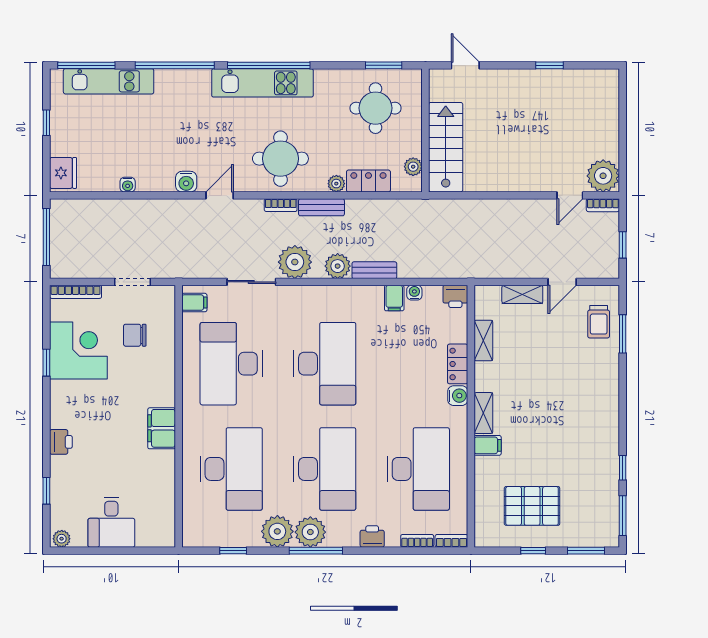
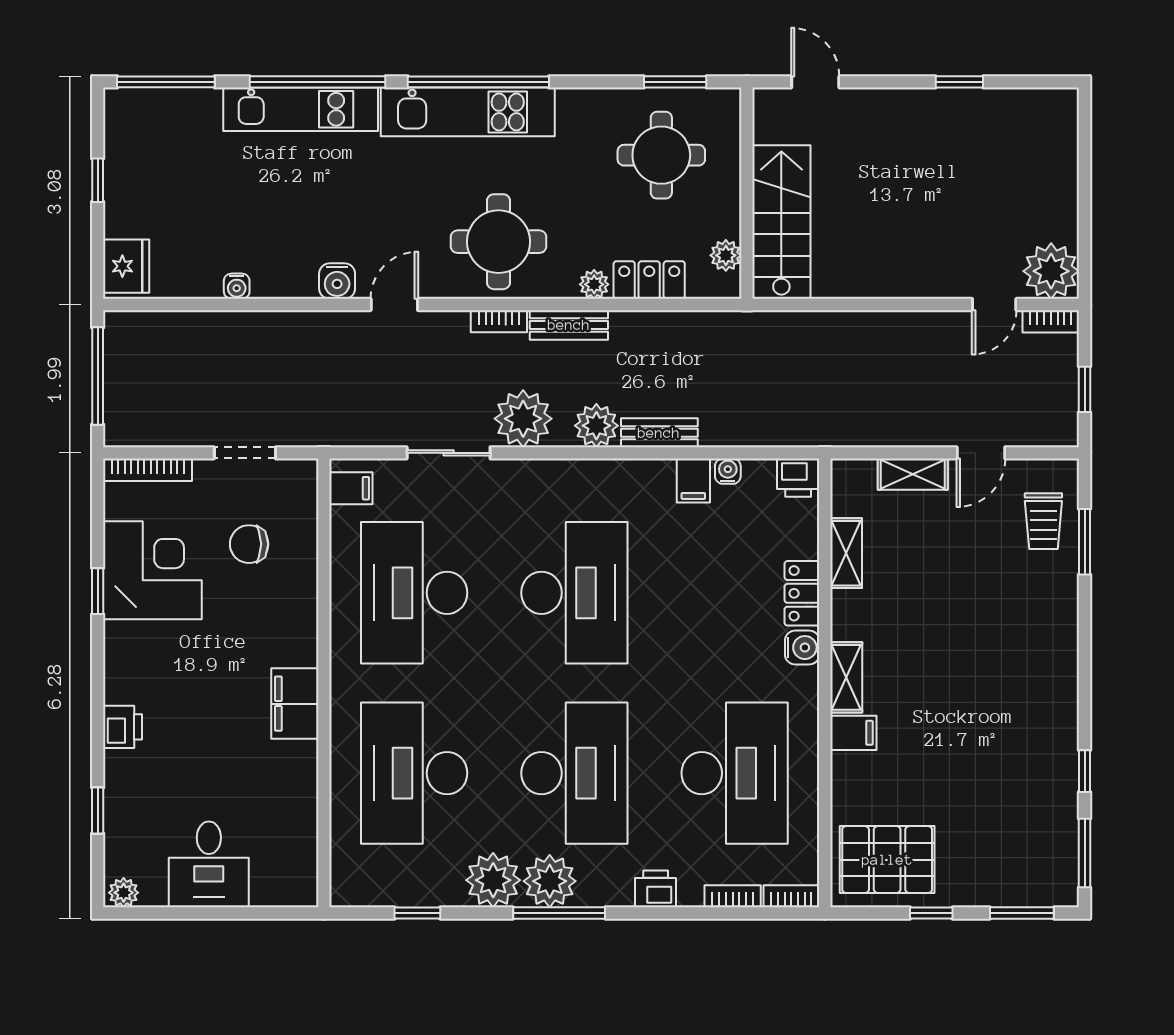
kitchen unit: (109, 81) -> (301, 109), moved
desk: (231, 469) -> (414, 773), turned 180
pallet: (532, 506) -> (887, 860), moved

